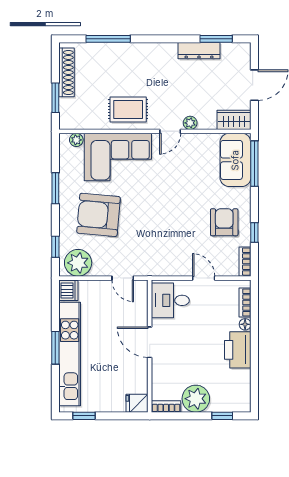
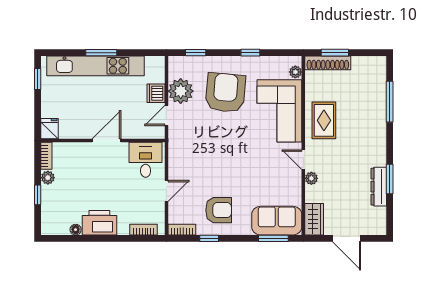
window: (216, 39) -> (390, 179), moved
shoe rack: (67, 72) -> (328, 63), moved
window: (254, 164) -> (273, 238), width x0.69
window: (55, 188) -> (250, 53), width x0.67
plant: (78, 263) -> (181, 91), moved
dishwasher: (68, 291) -> (156, 93), moved, turned 90
floor lamp: (245, 324) -> (76, 230), moved
plant: (196, 399) -> (48, 178), width x0.53, depth x0.53
window: (222, 416) -> (38, 195), moved

